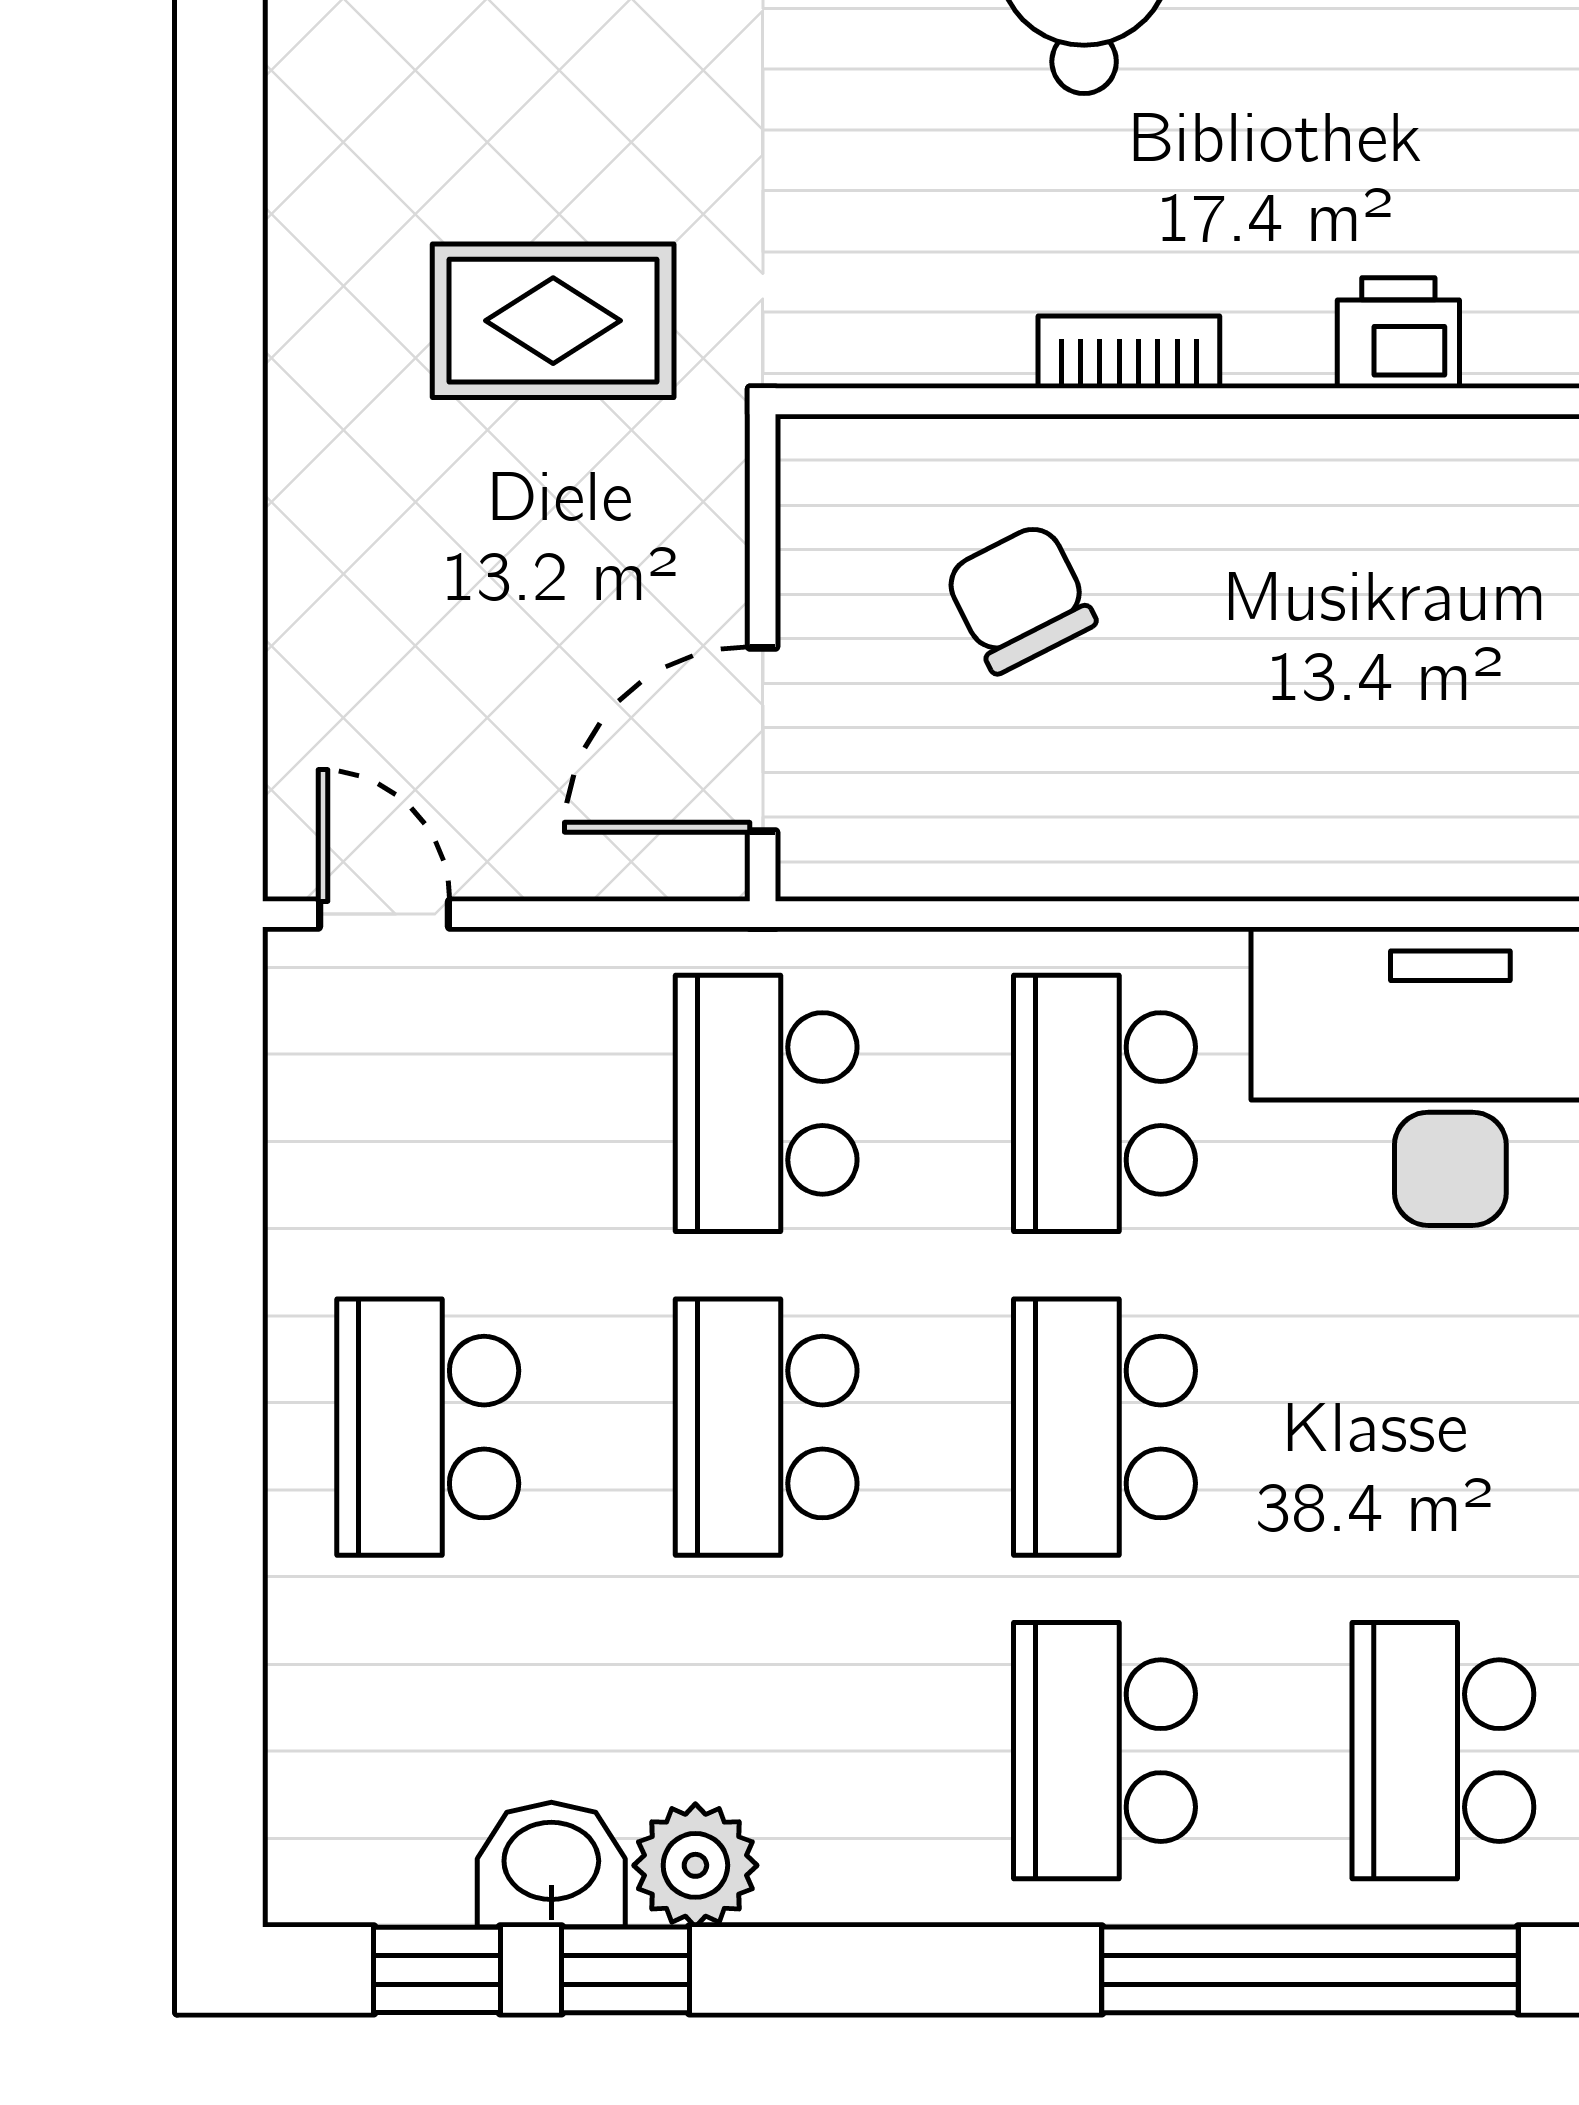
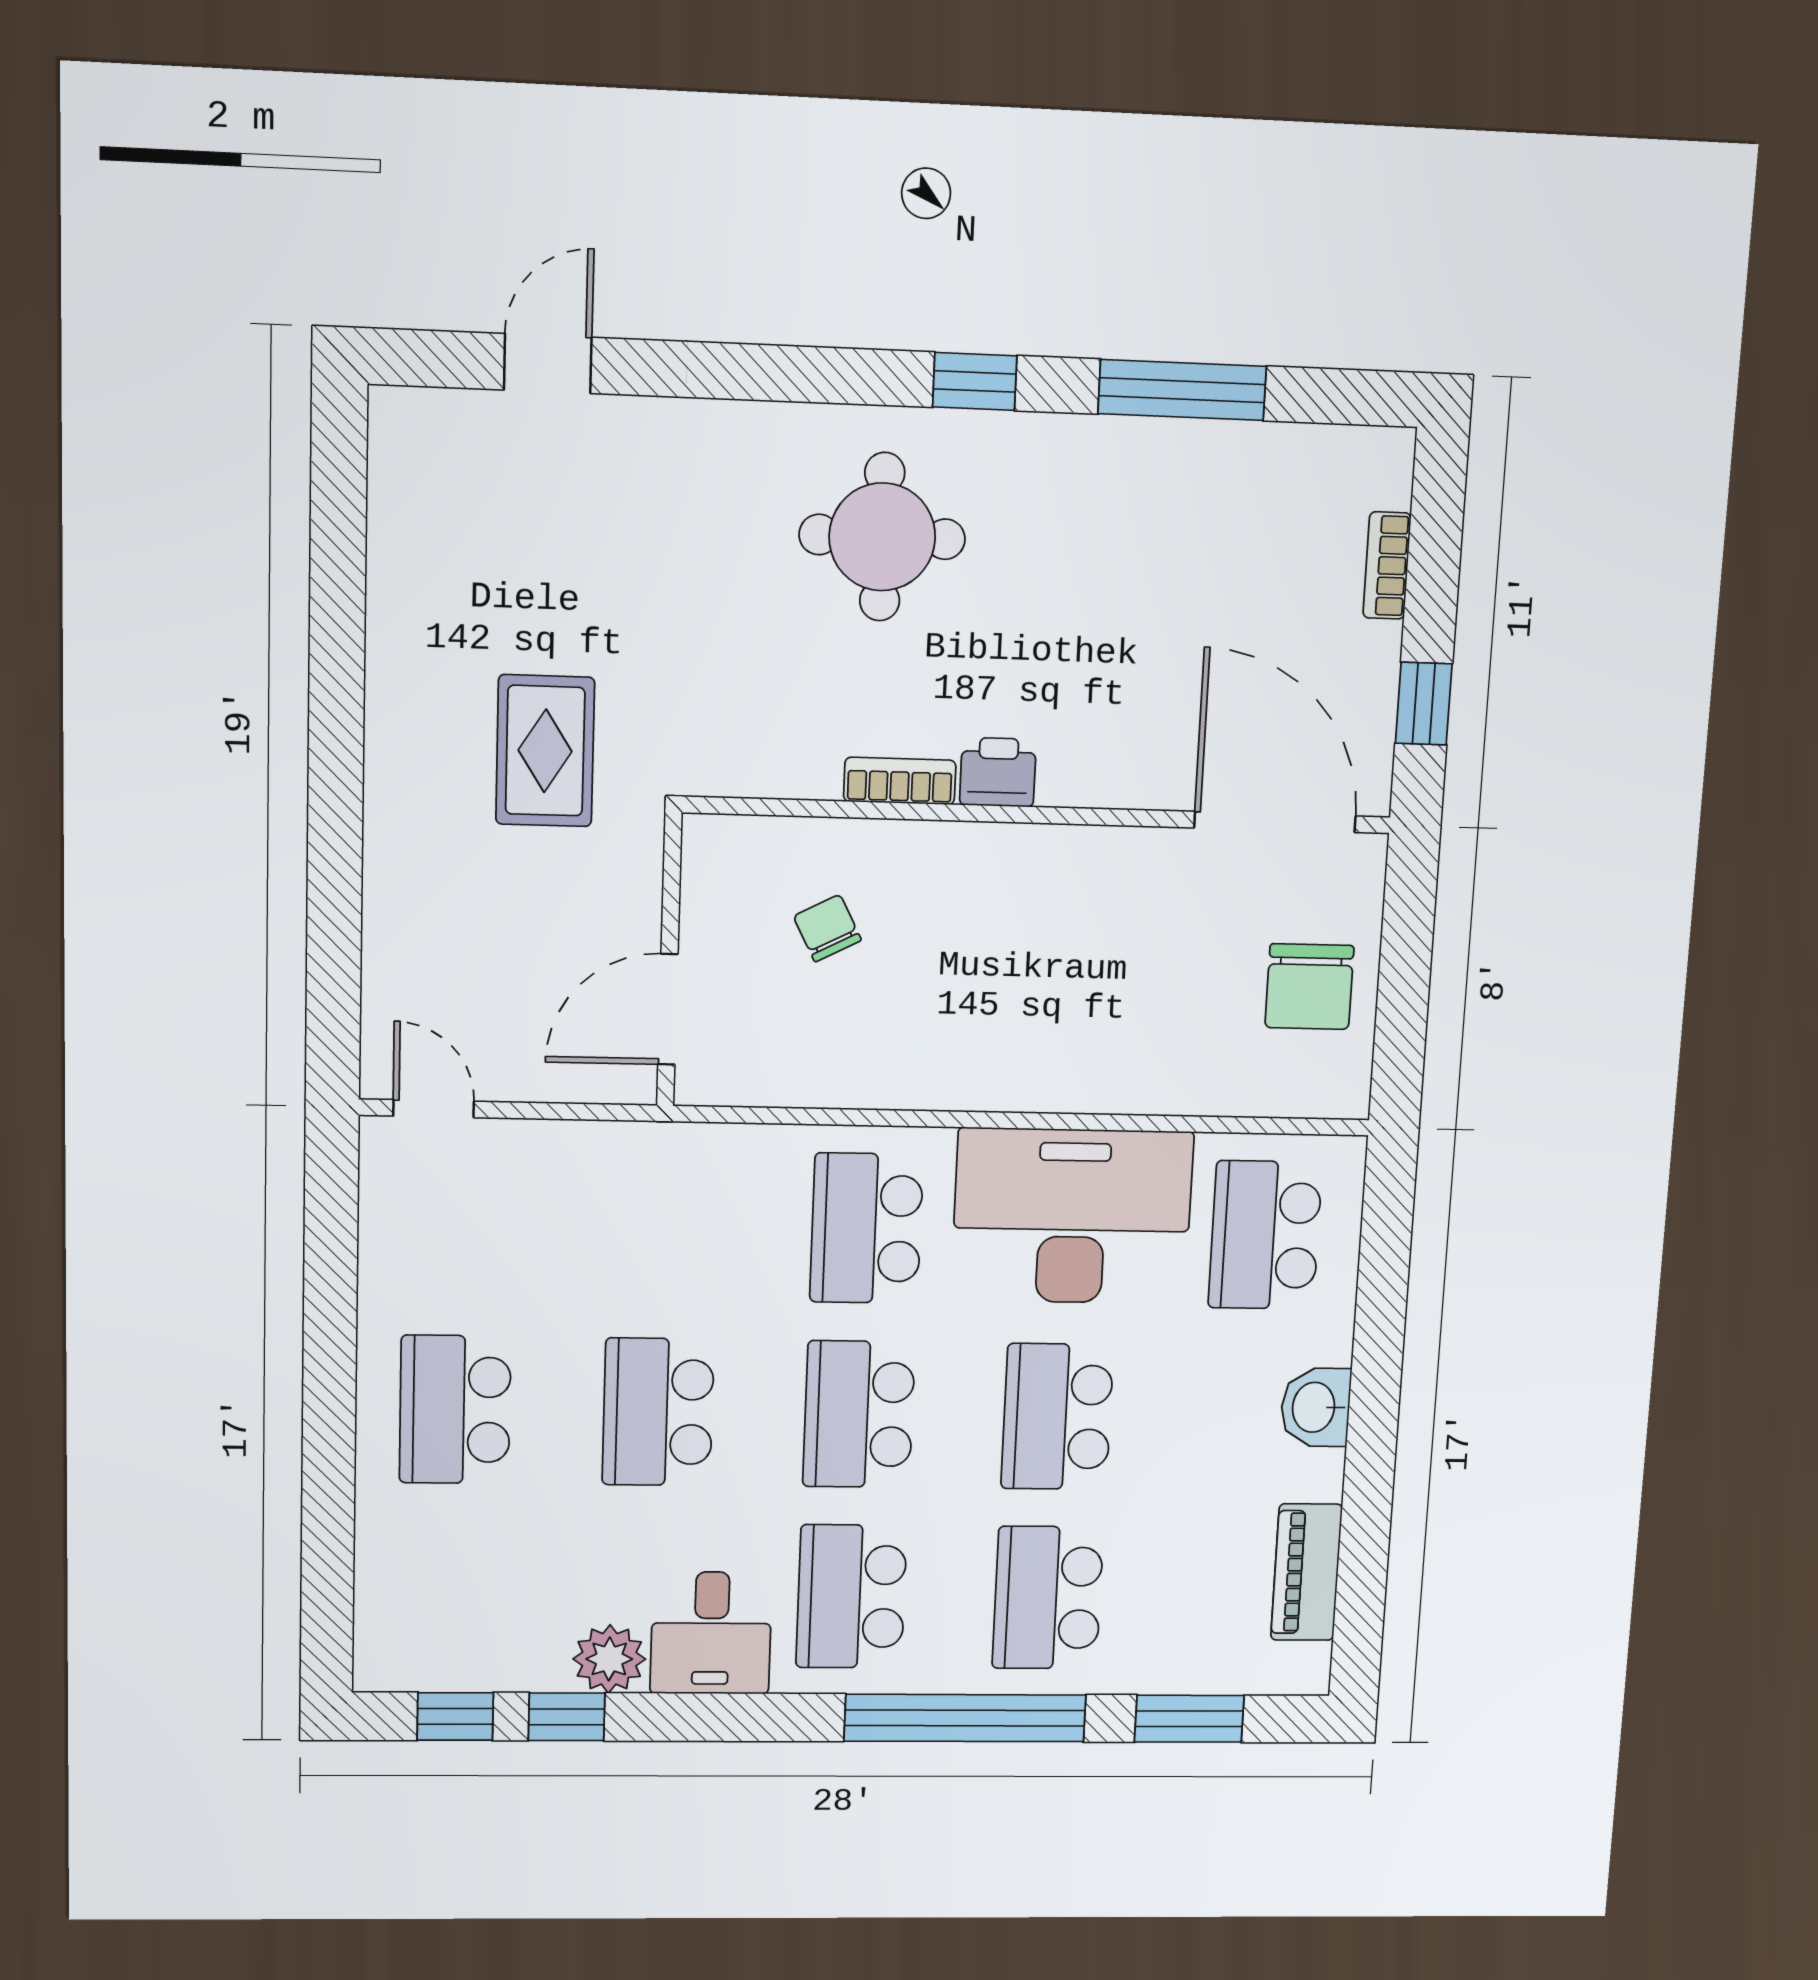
rug: (553, 321) -> (545, 751), turned 90
printer: (1398, 333) -> (998, 772), moved
chair: (1020, 598) -> (827, 928), width x0.73, depth x0.73
school desk: (766, 1103) -> (1057, 1417), moved
desk: (867, 1818) -> (711, 1633), added
washbasin: (551, 1865) -> (524, 1658), removed

